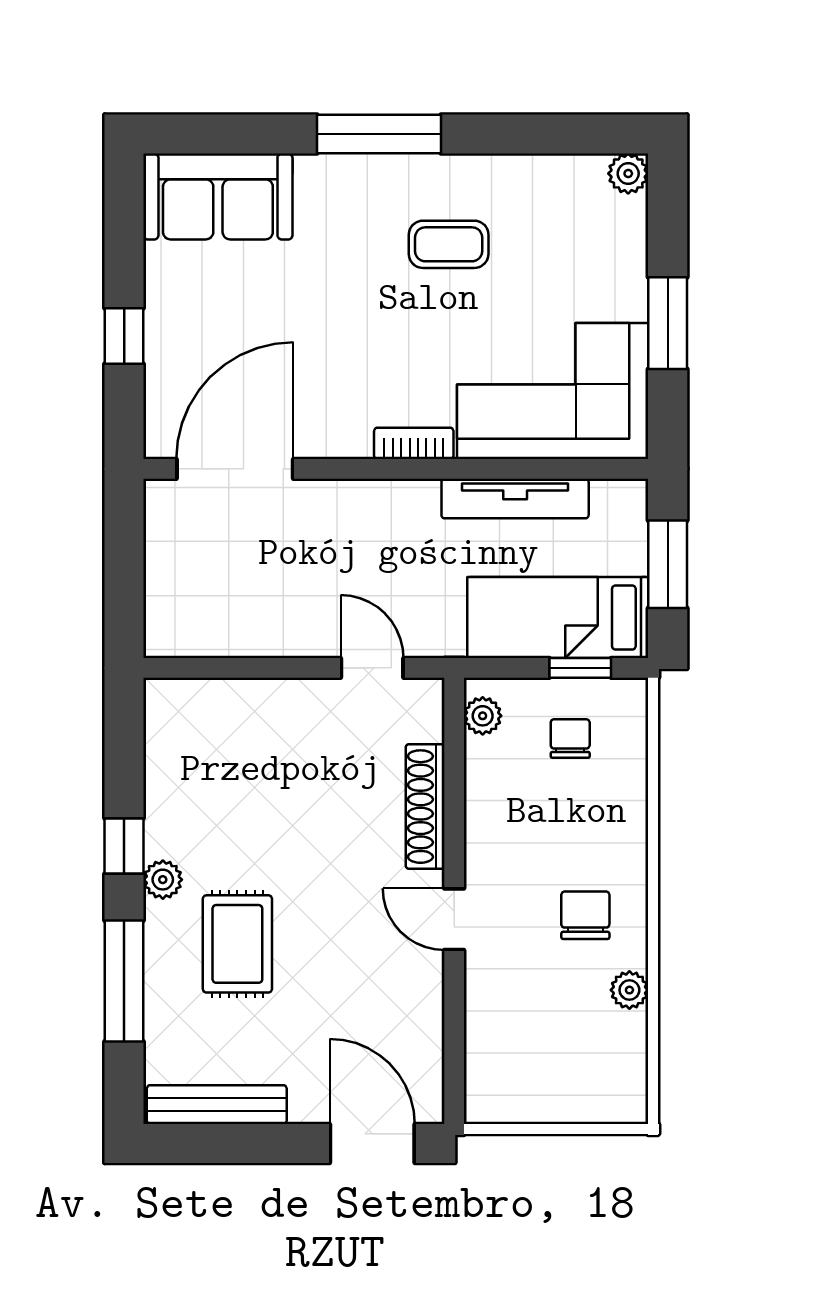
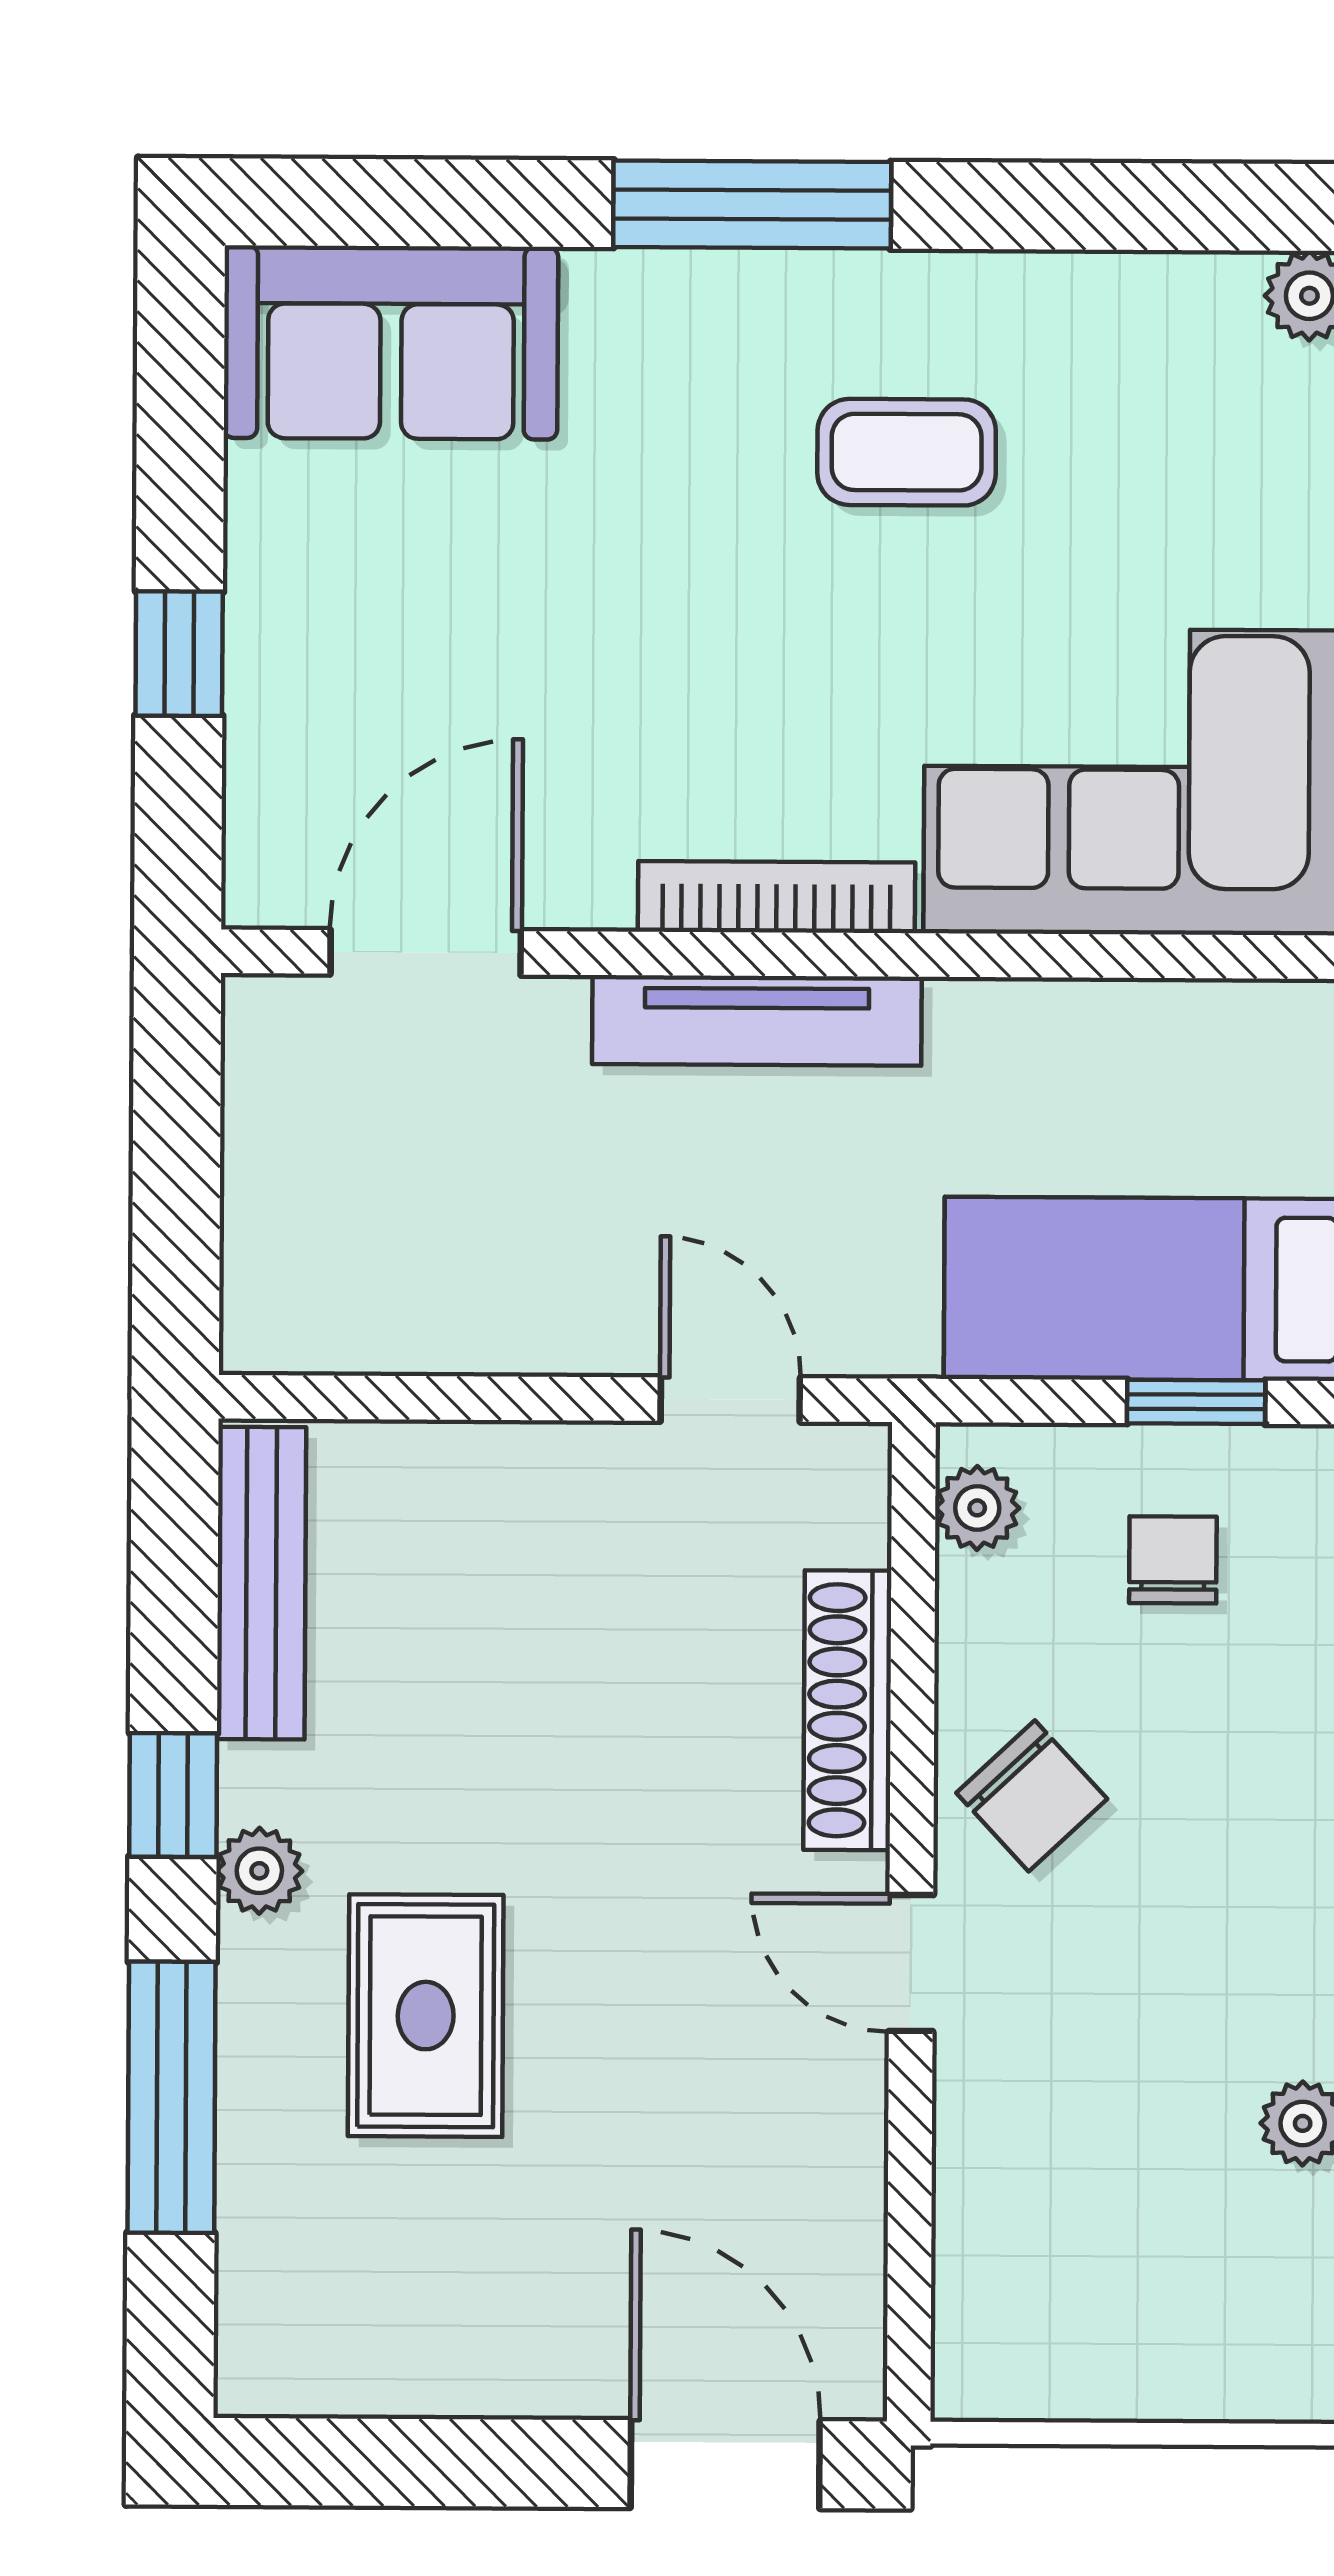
bookcase: (414, 443) -> (777, 897), width x1.56
door: (235, 469) -> (426, 952), width x0.73
tv unit: (515, 499) -> (757, 1020), moved
chair: (585, 915) -> (1032, 1796), moved, turned 137
bench: (217, 1105) -> (261, 1583), moved, turned 90

